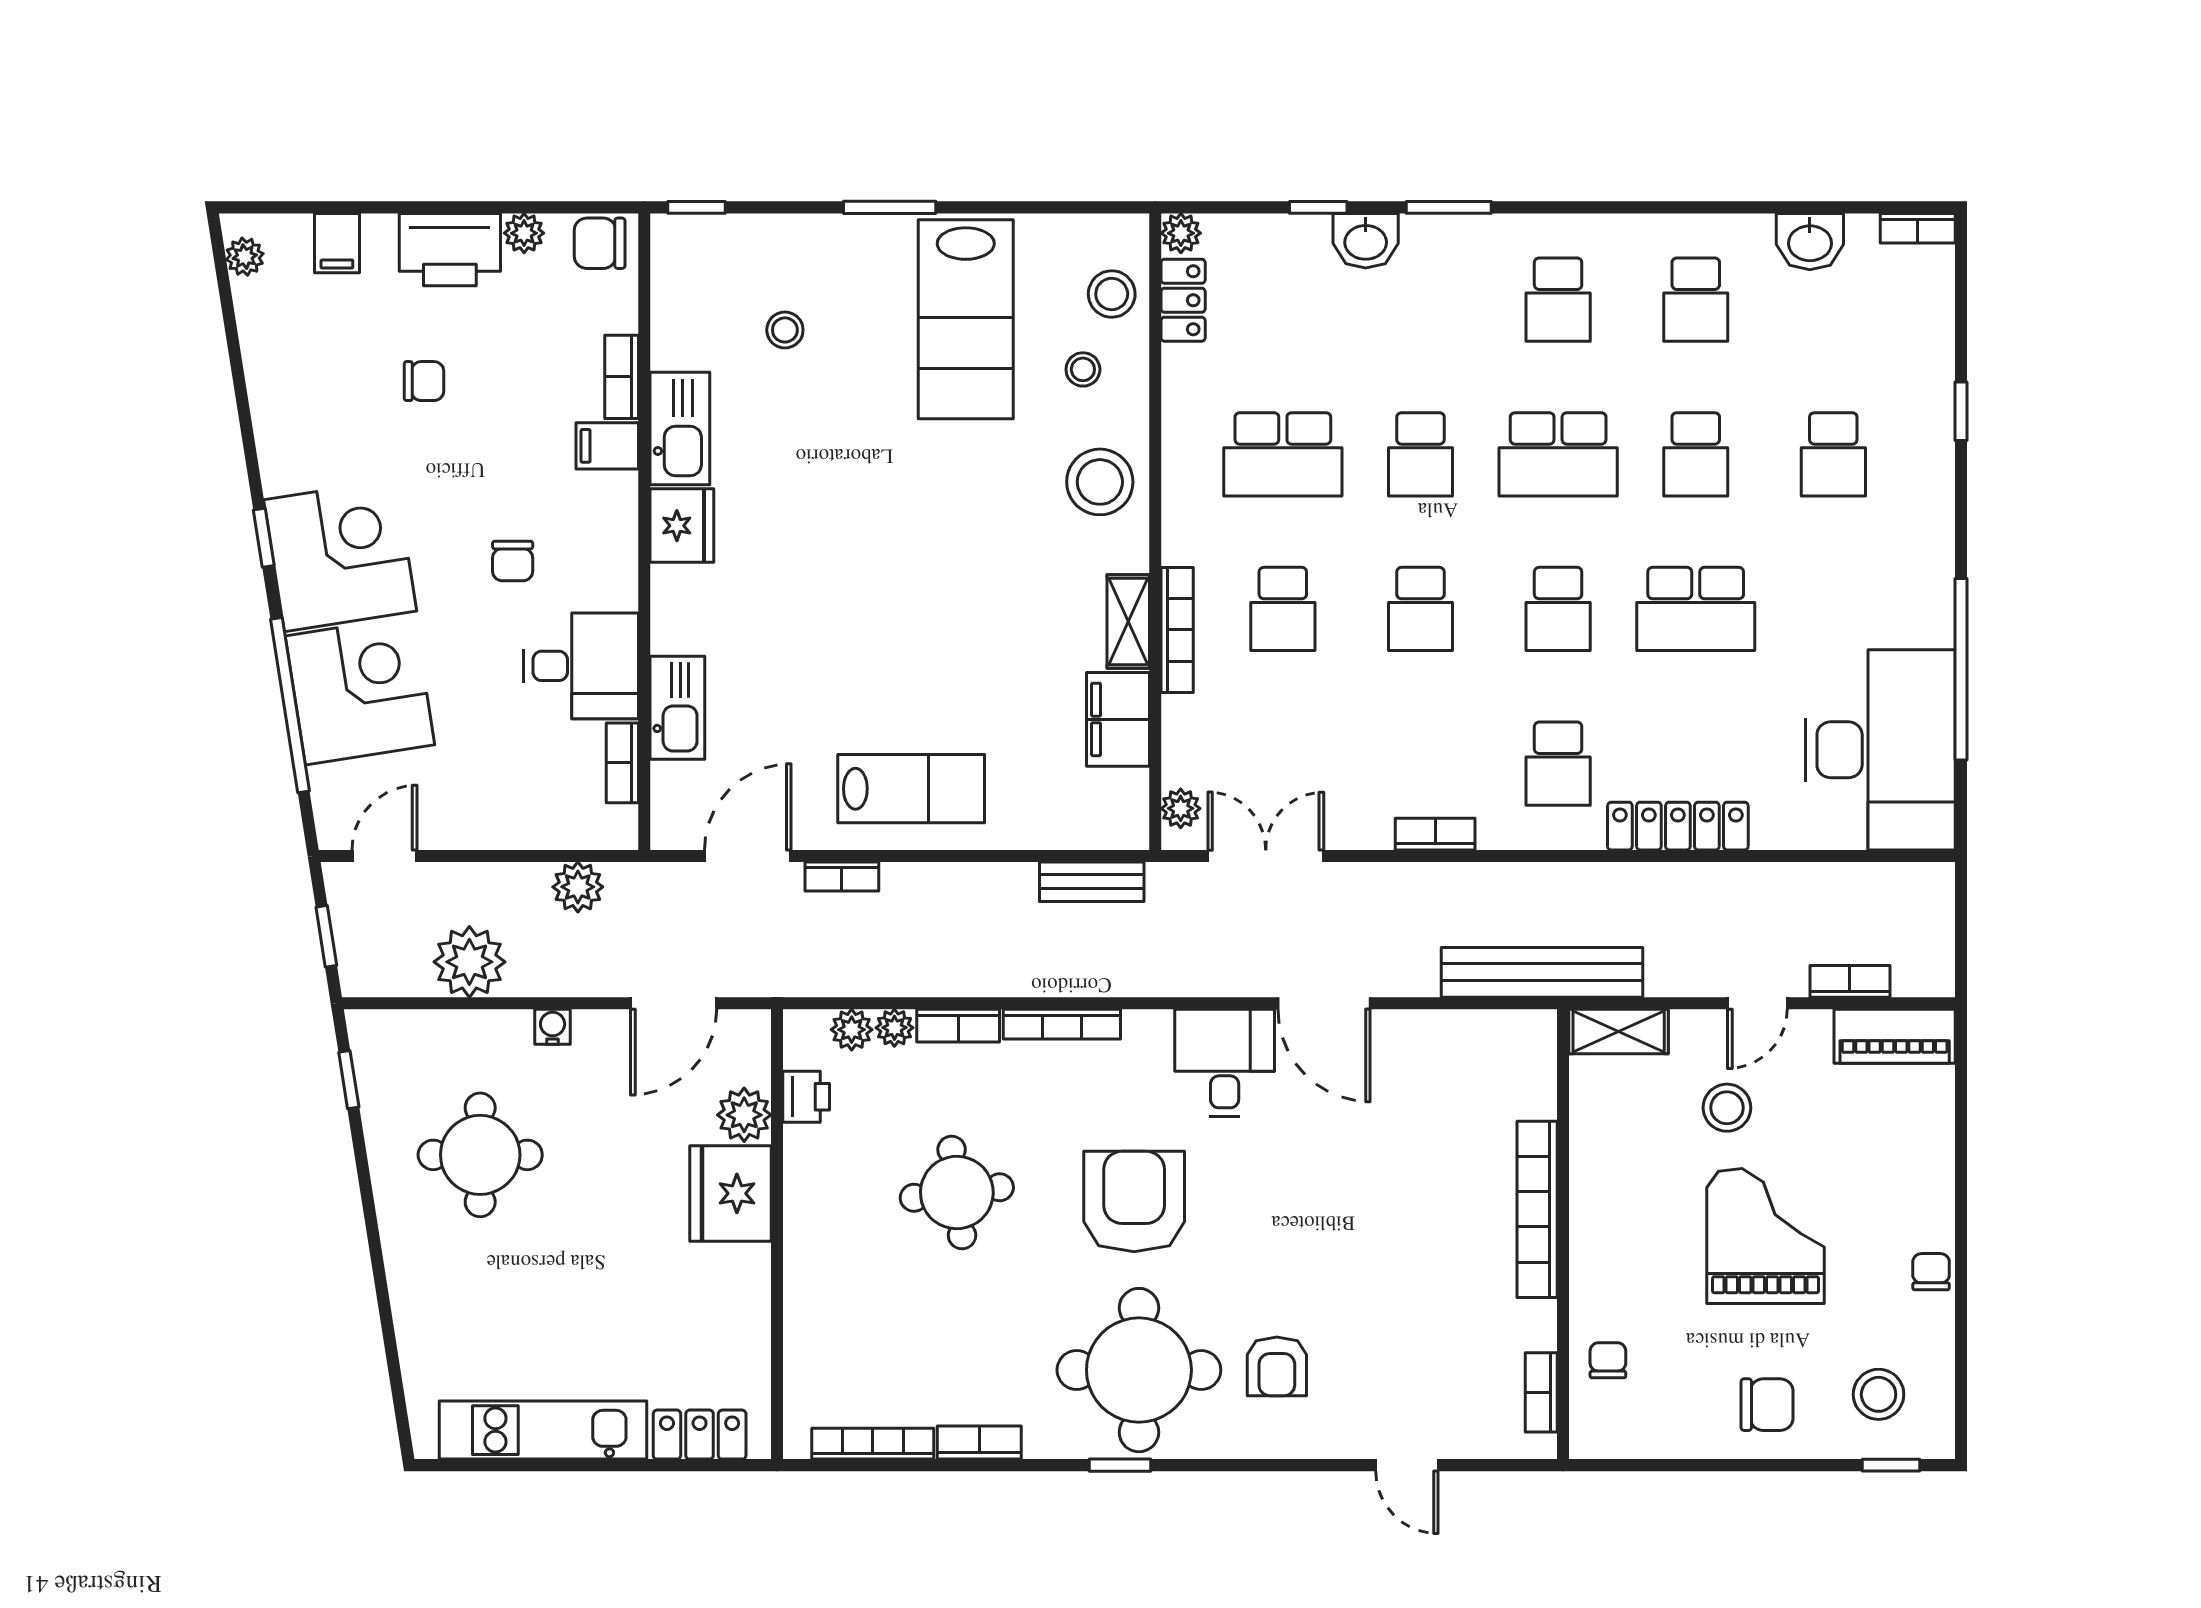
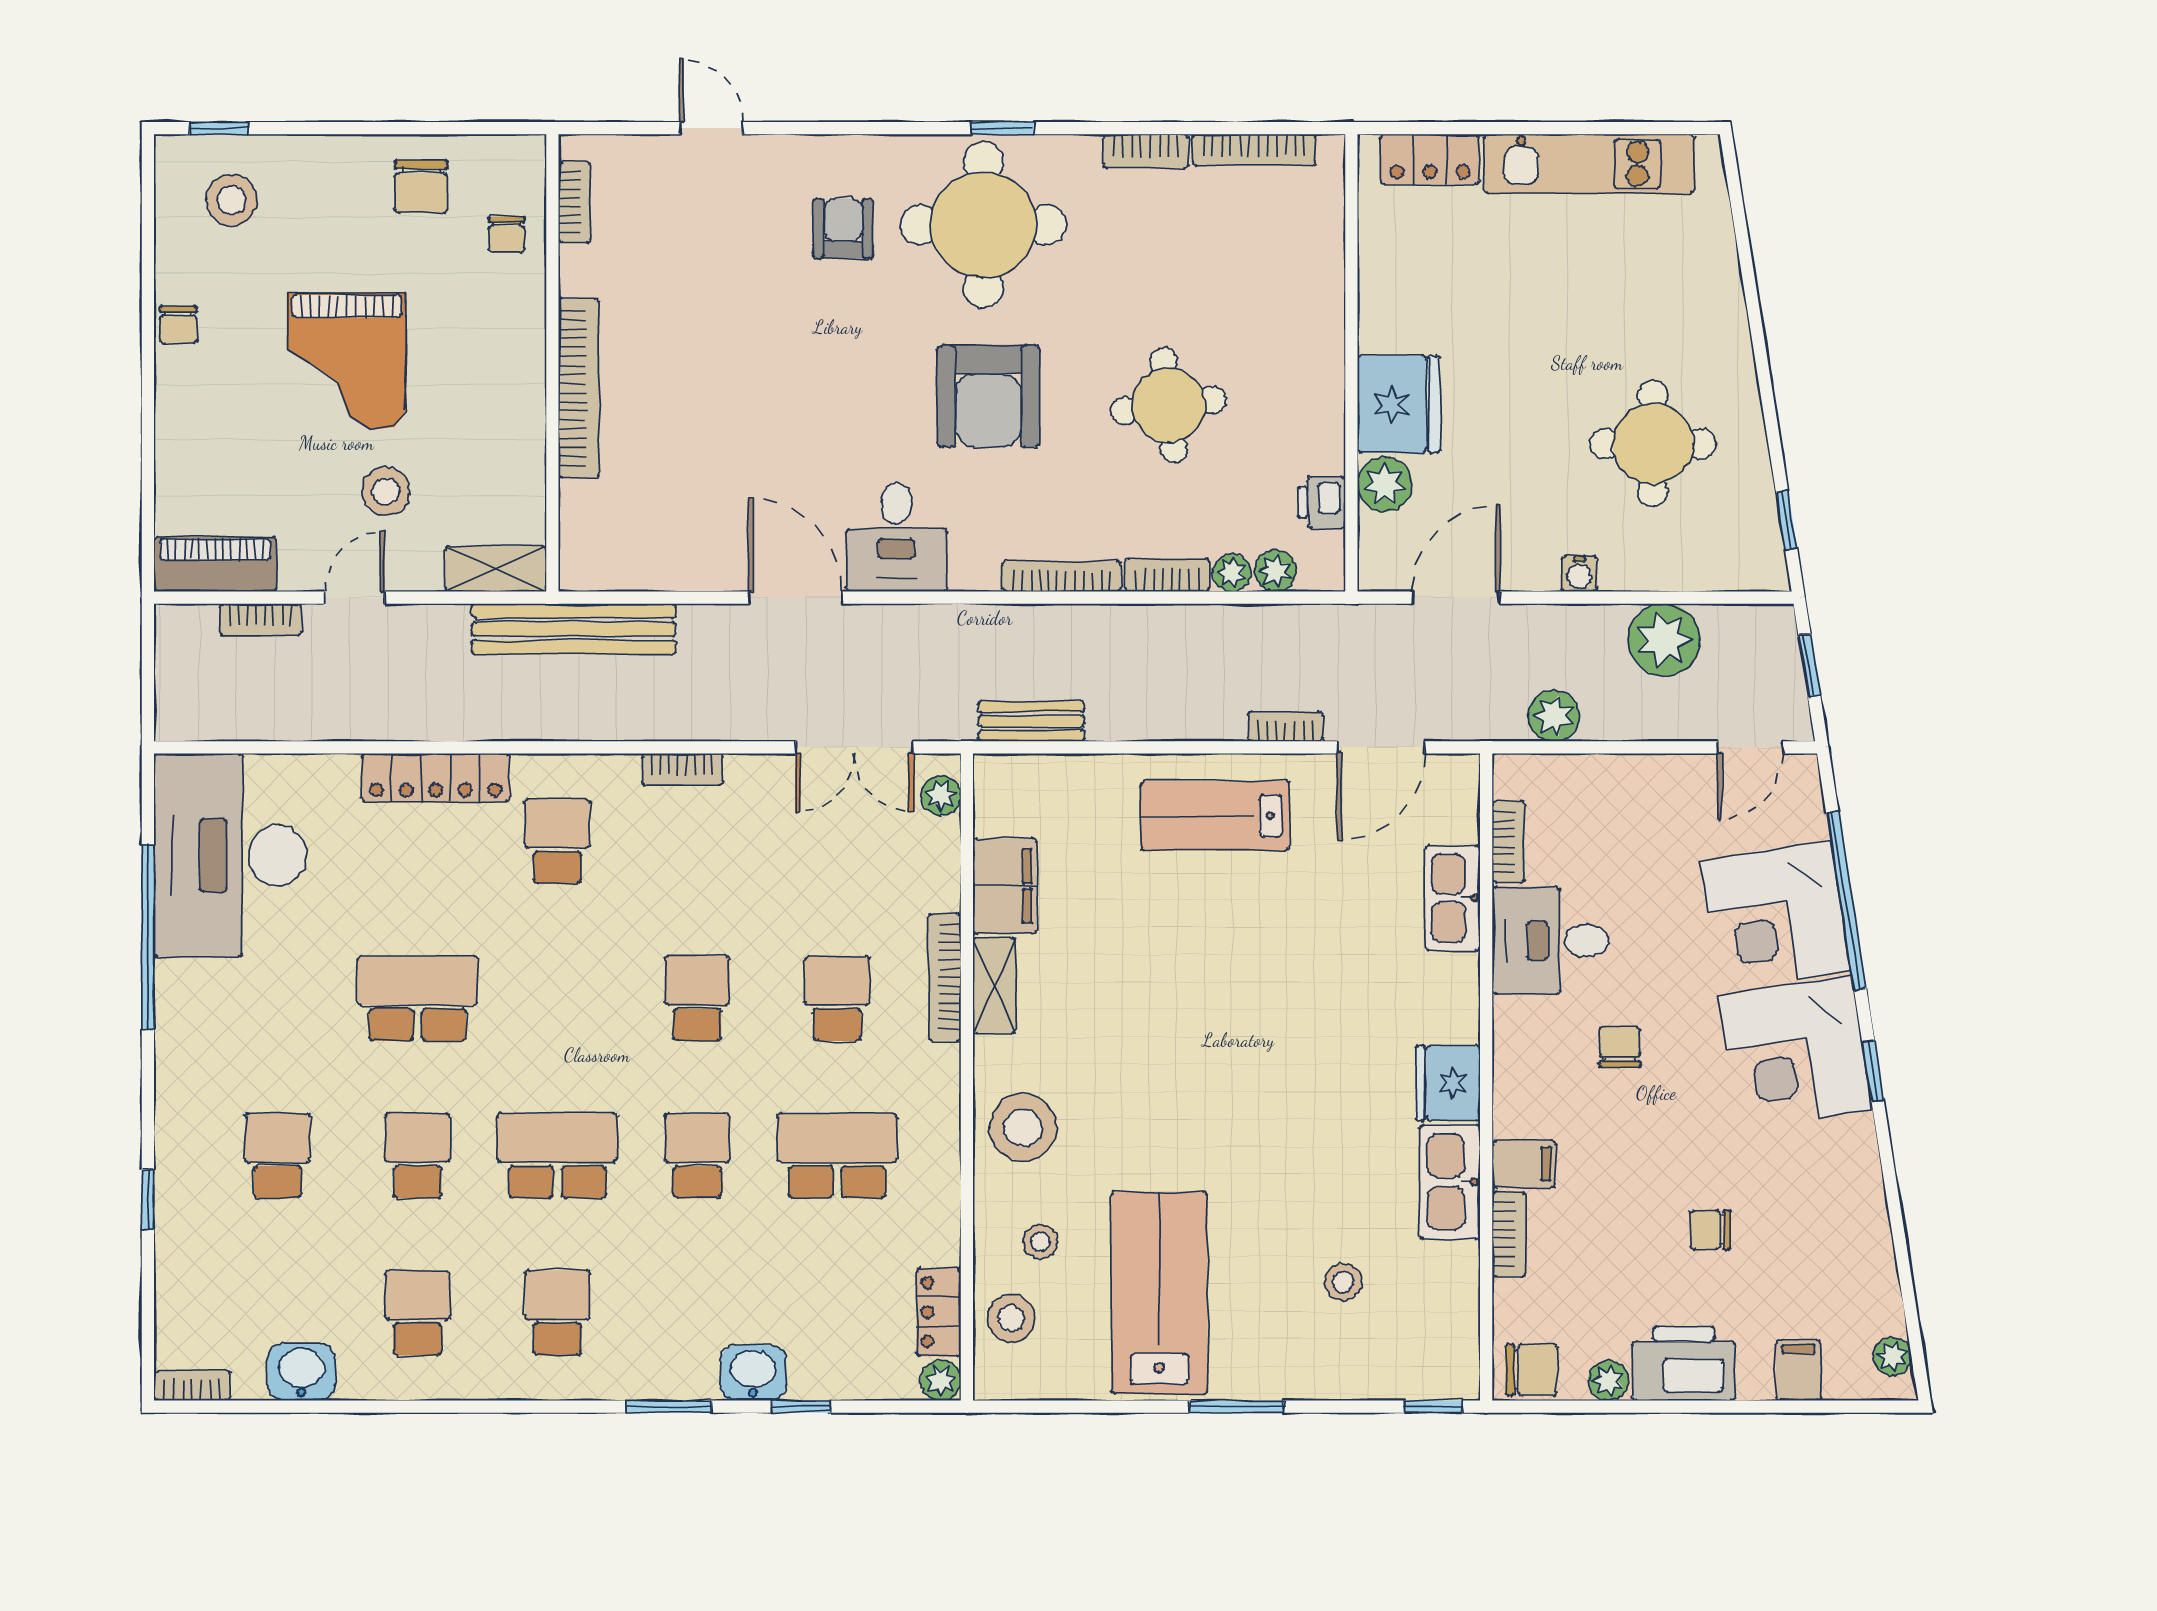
school desk: (1558, 609) -> (557, 998), removed
chair: (1767, 1405) -> (421, 187), moved, turned -90

